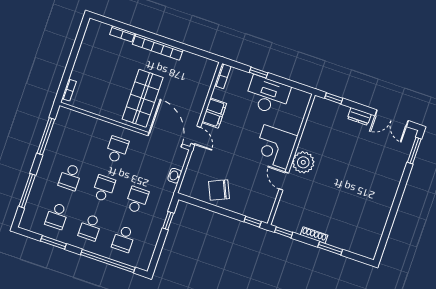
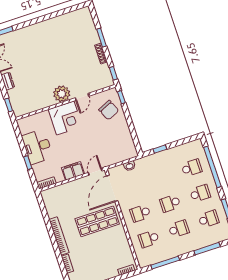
chair: (219, 190) -> (109, 110), moved
school desk: (137, 200) -> (149, 239), moved

